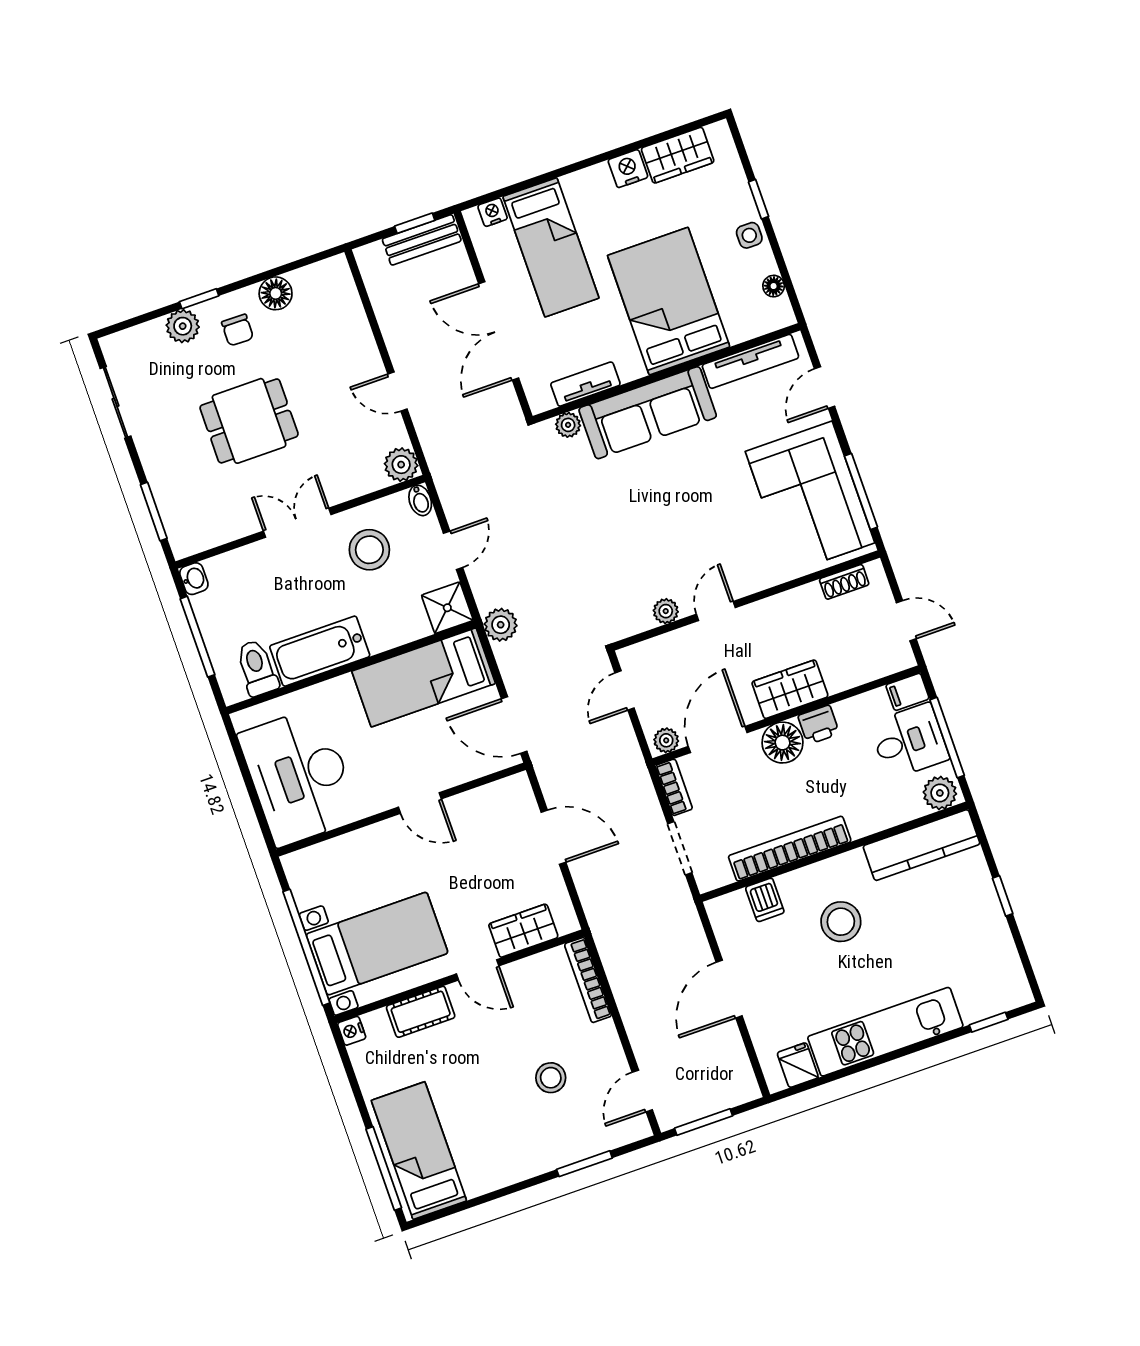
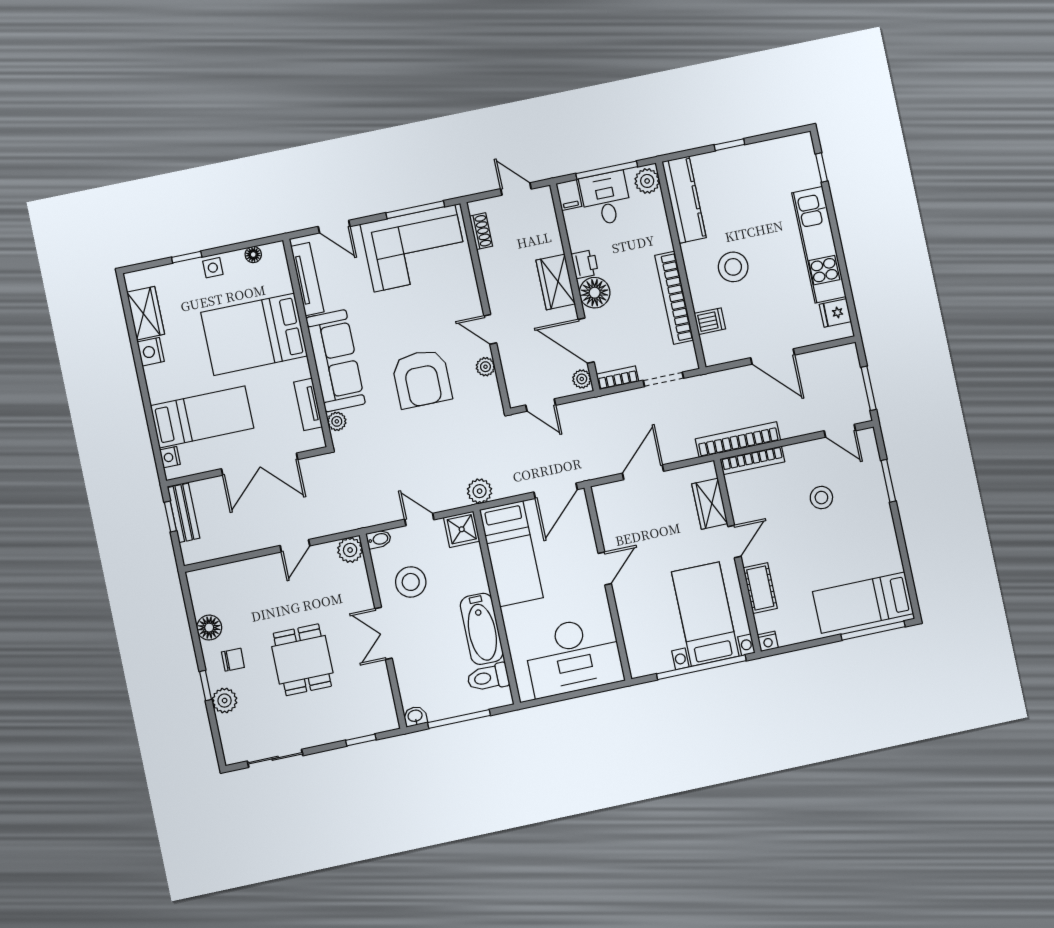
window: (154, 512) -> (361, 740), width x0.67
armchair: (639, 529) -> (422, 379), added
door: (906, 621) -> (516, 189), hinge flipped
bookcase: (613, 957) -> (738, 440), added

